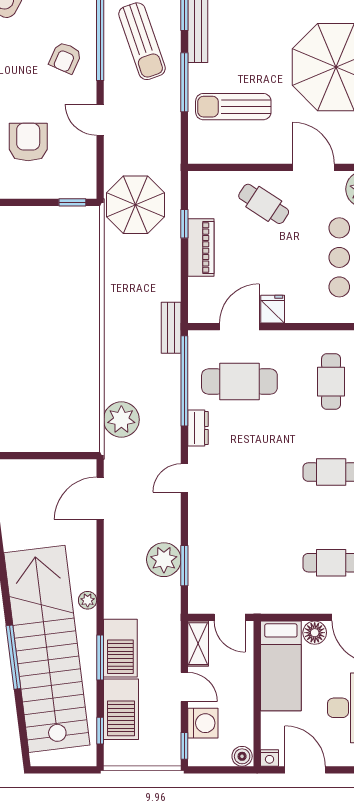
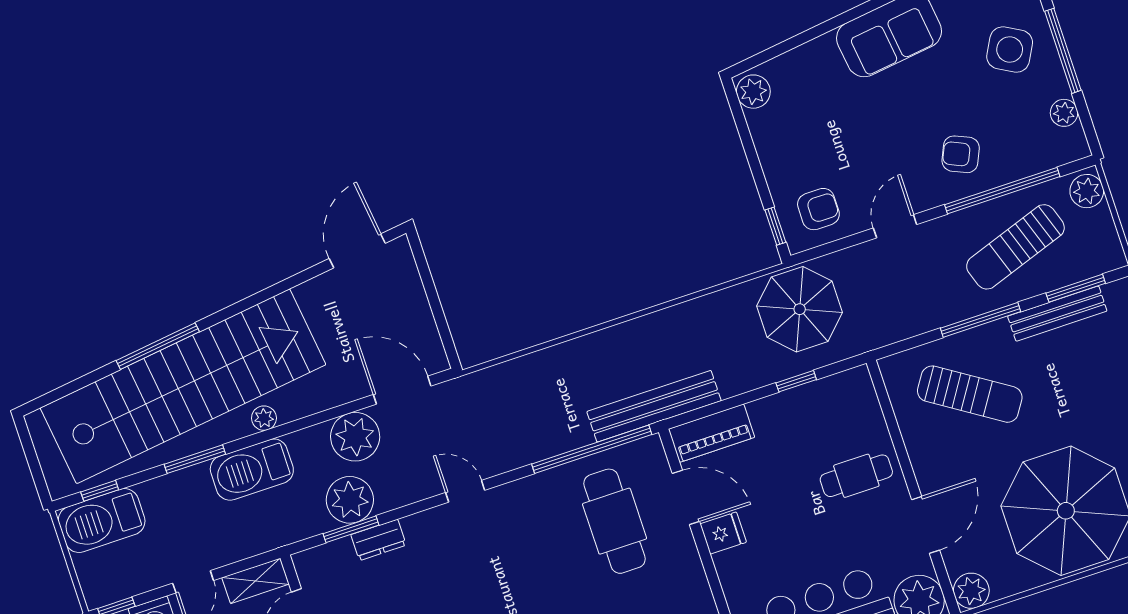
sun lounger: (233, 107) -> (970, 394), turned 123
armchair: (28, 142) -> (818, 209), moved, width x0.72, depth x0.72
cafe table: (264, 204) -> (856, 476), turned 57
piano: (201, 248) -> (711, 433), moved
bench: (171, 328) -> (654, 406), width x1.86, depth x1.21
plant: (121, 420) -> (355, 437), moved
dresser: (198, 428) -> (378, 540), moved
barbecue: (120, 648) -> (252, 470), moved
barbecue: (121, 709) -> (102, 521), moved

